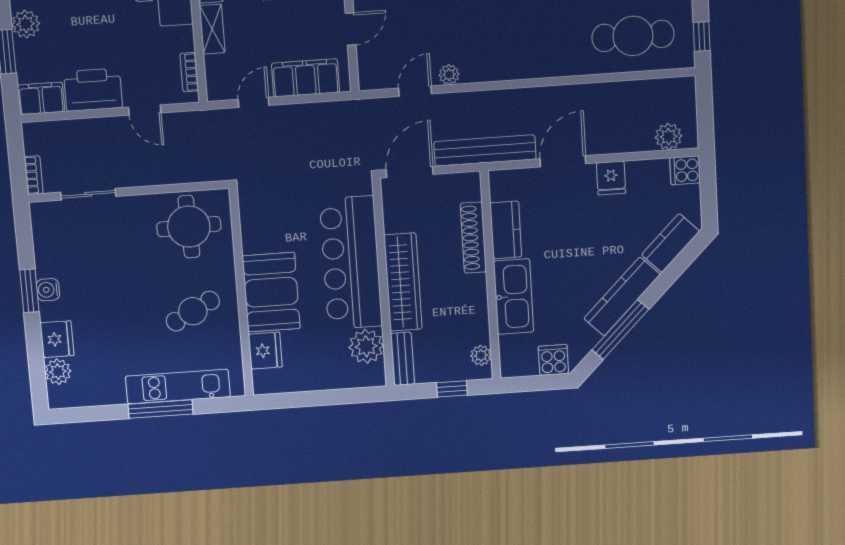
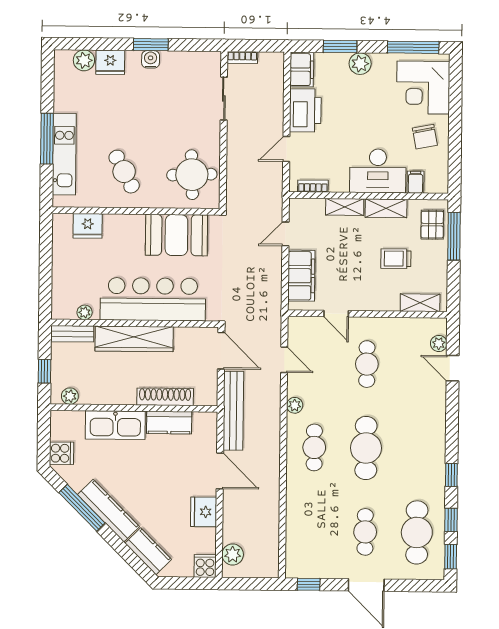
cafe table: (633, 36) -> (314, 447), moved, width x0.73, depth x0.74
plant: (449, 75) -> (295, 405), moved
door: (254, 102) -> (285, 234), swing flipped
fridge: (611, 178) -> (204, 512), width x1.38
booth: (271, 292) -> (176, 235), moved
plant: (366, 346) -> (85, 312), width x0.53, depth x0.53

